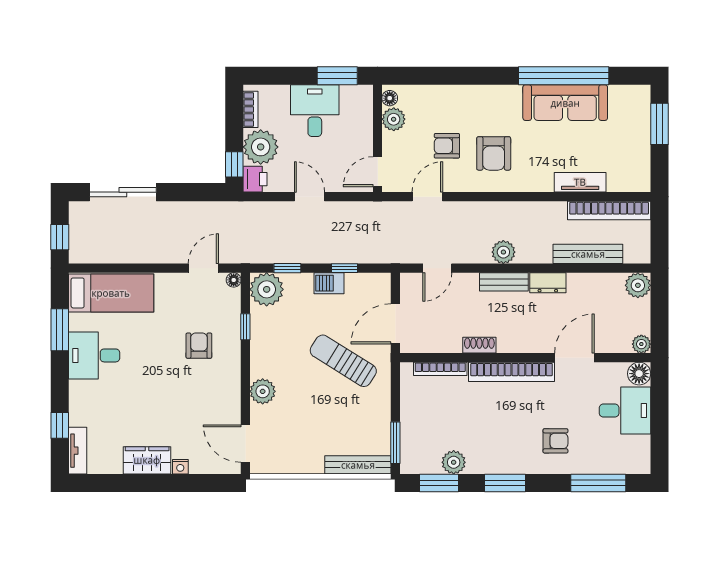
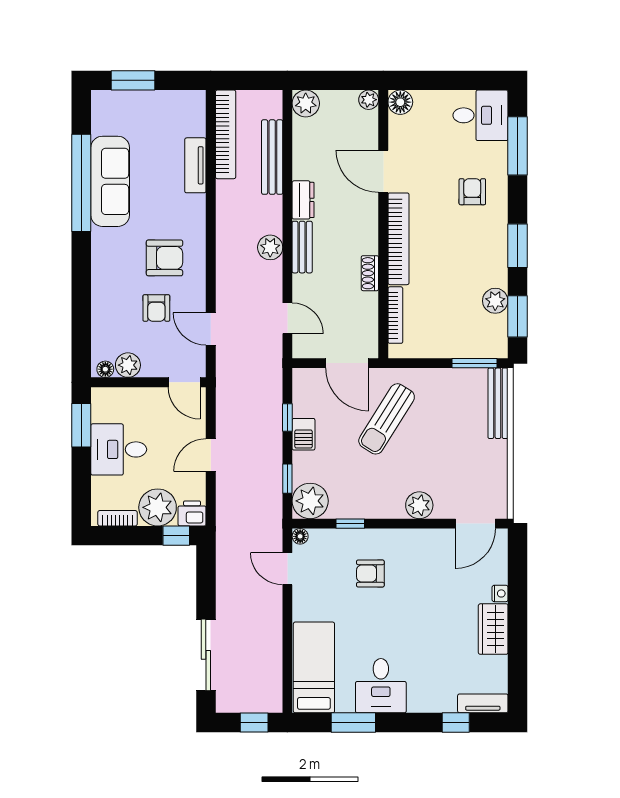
desk: (625, 411) -> (480, 115), moved, turned 90

